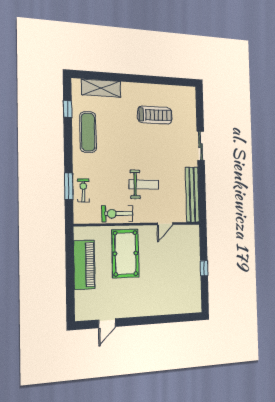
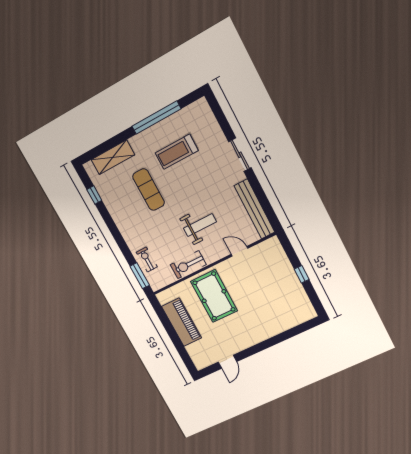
window: (152, 80) -> (156, 118), added
treadmill: (155, 115) -> (177, 152), turned 180
exercise mat: (88, 132) -> (149, 190), moved
window: (69, 186) -> (140, 276), moved
door: (165, 224) -> (239, 251), swing flipped

